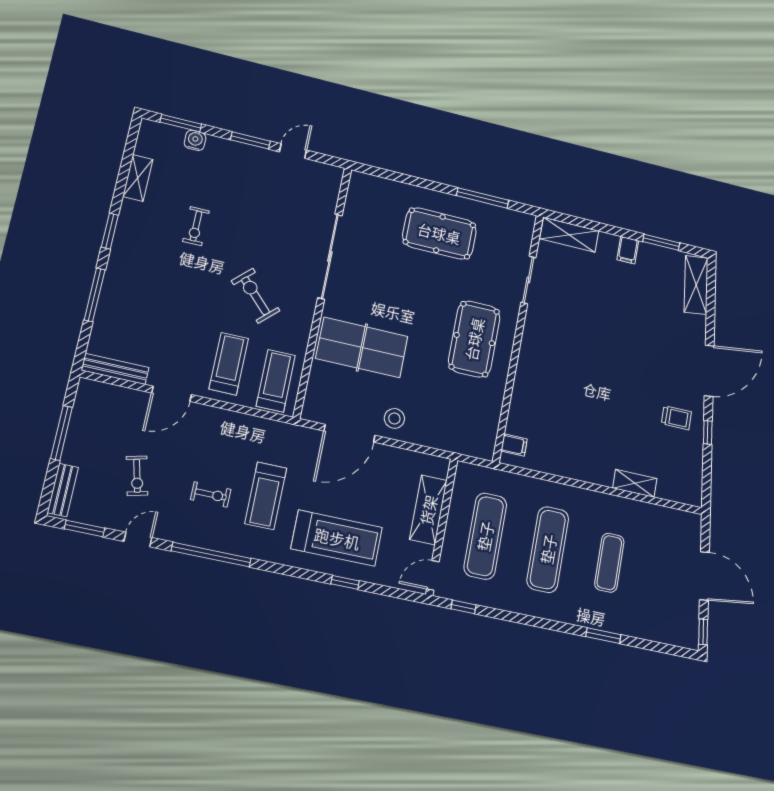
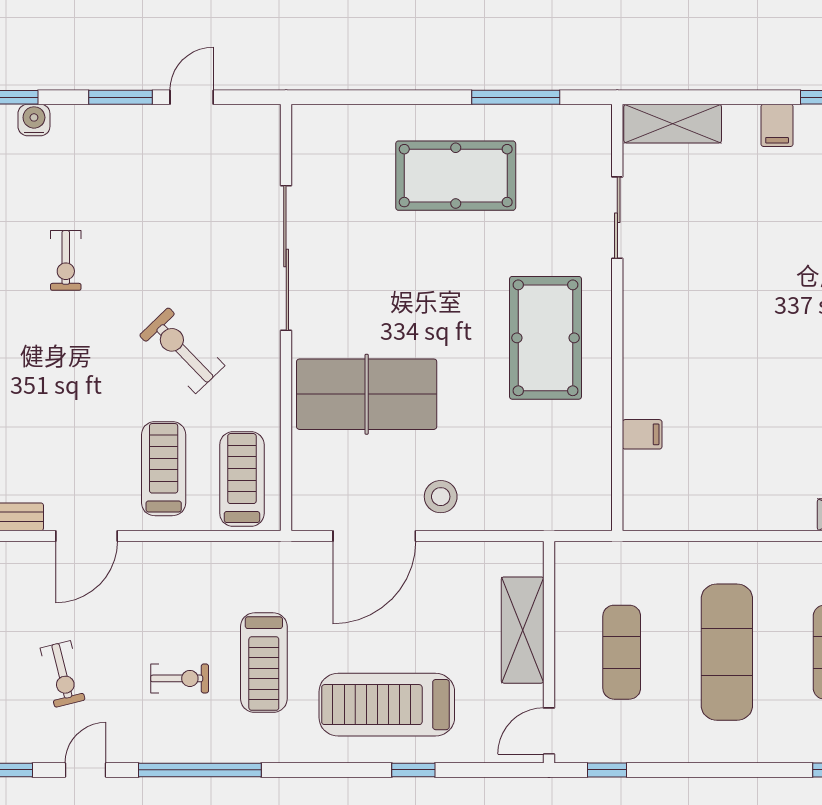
filing cabinet: (514, 445) -> (642, 434), moved
exercise mat: (485, 536) -> (622, 652), width x0.73, depth x0.69
treadmill: (337, 538) -> (387, 705), turned 180

